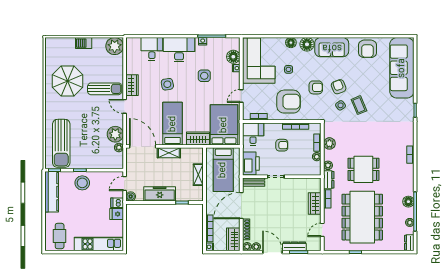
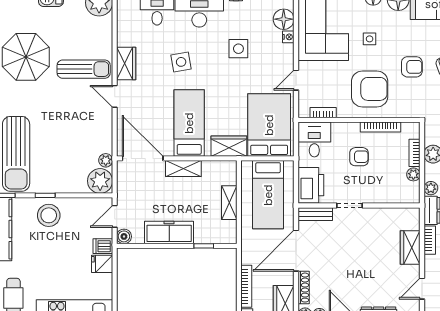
plant: (115, 134) -> (100, 181), moved

